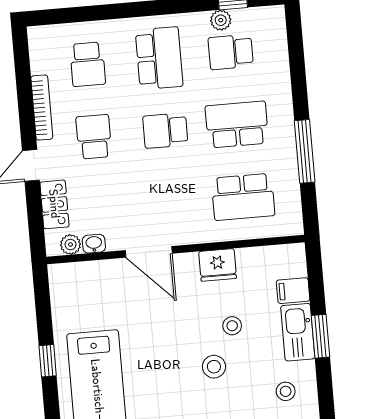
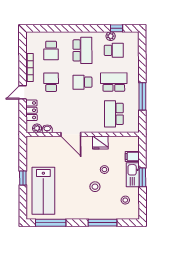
school desk: (231, 52) -> (114, 50), turned 180
school desk: (243, 197) -> (114, 114), turned 90

